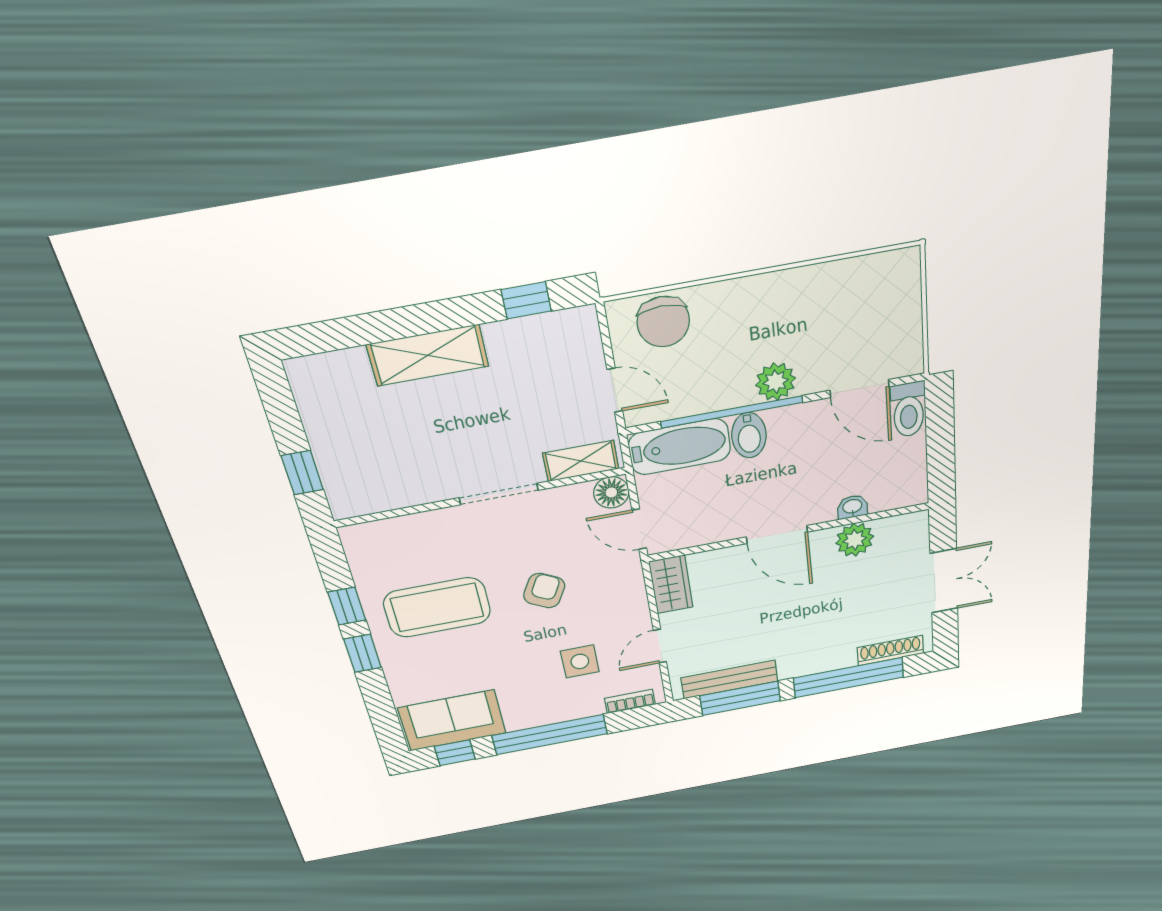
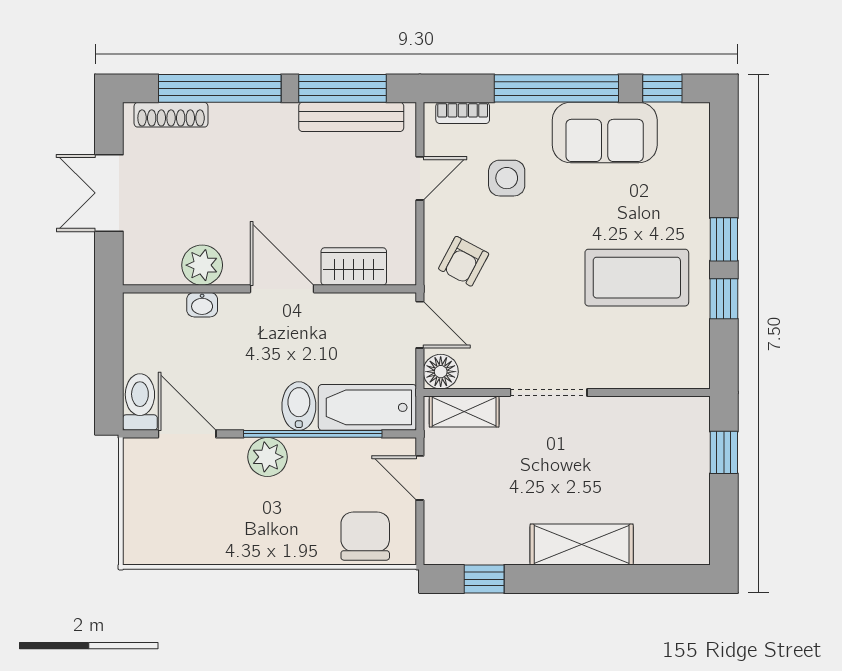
wardrobe: (671, 584) -> (354, 266), moved, turned 90
armchair: (544, 591) -> (464, 261), moved
sofa: (452, 721) -> (605, 133), moved

